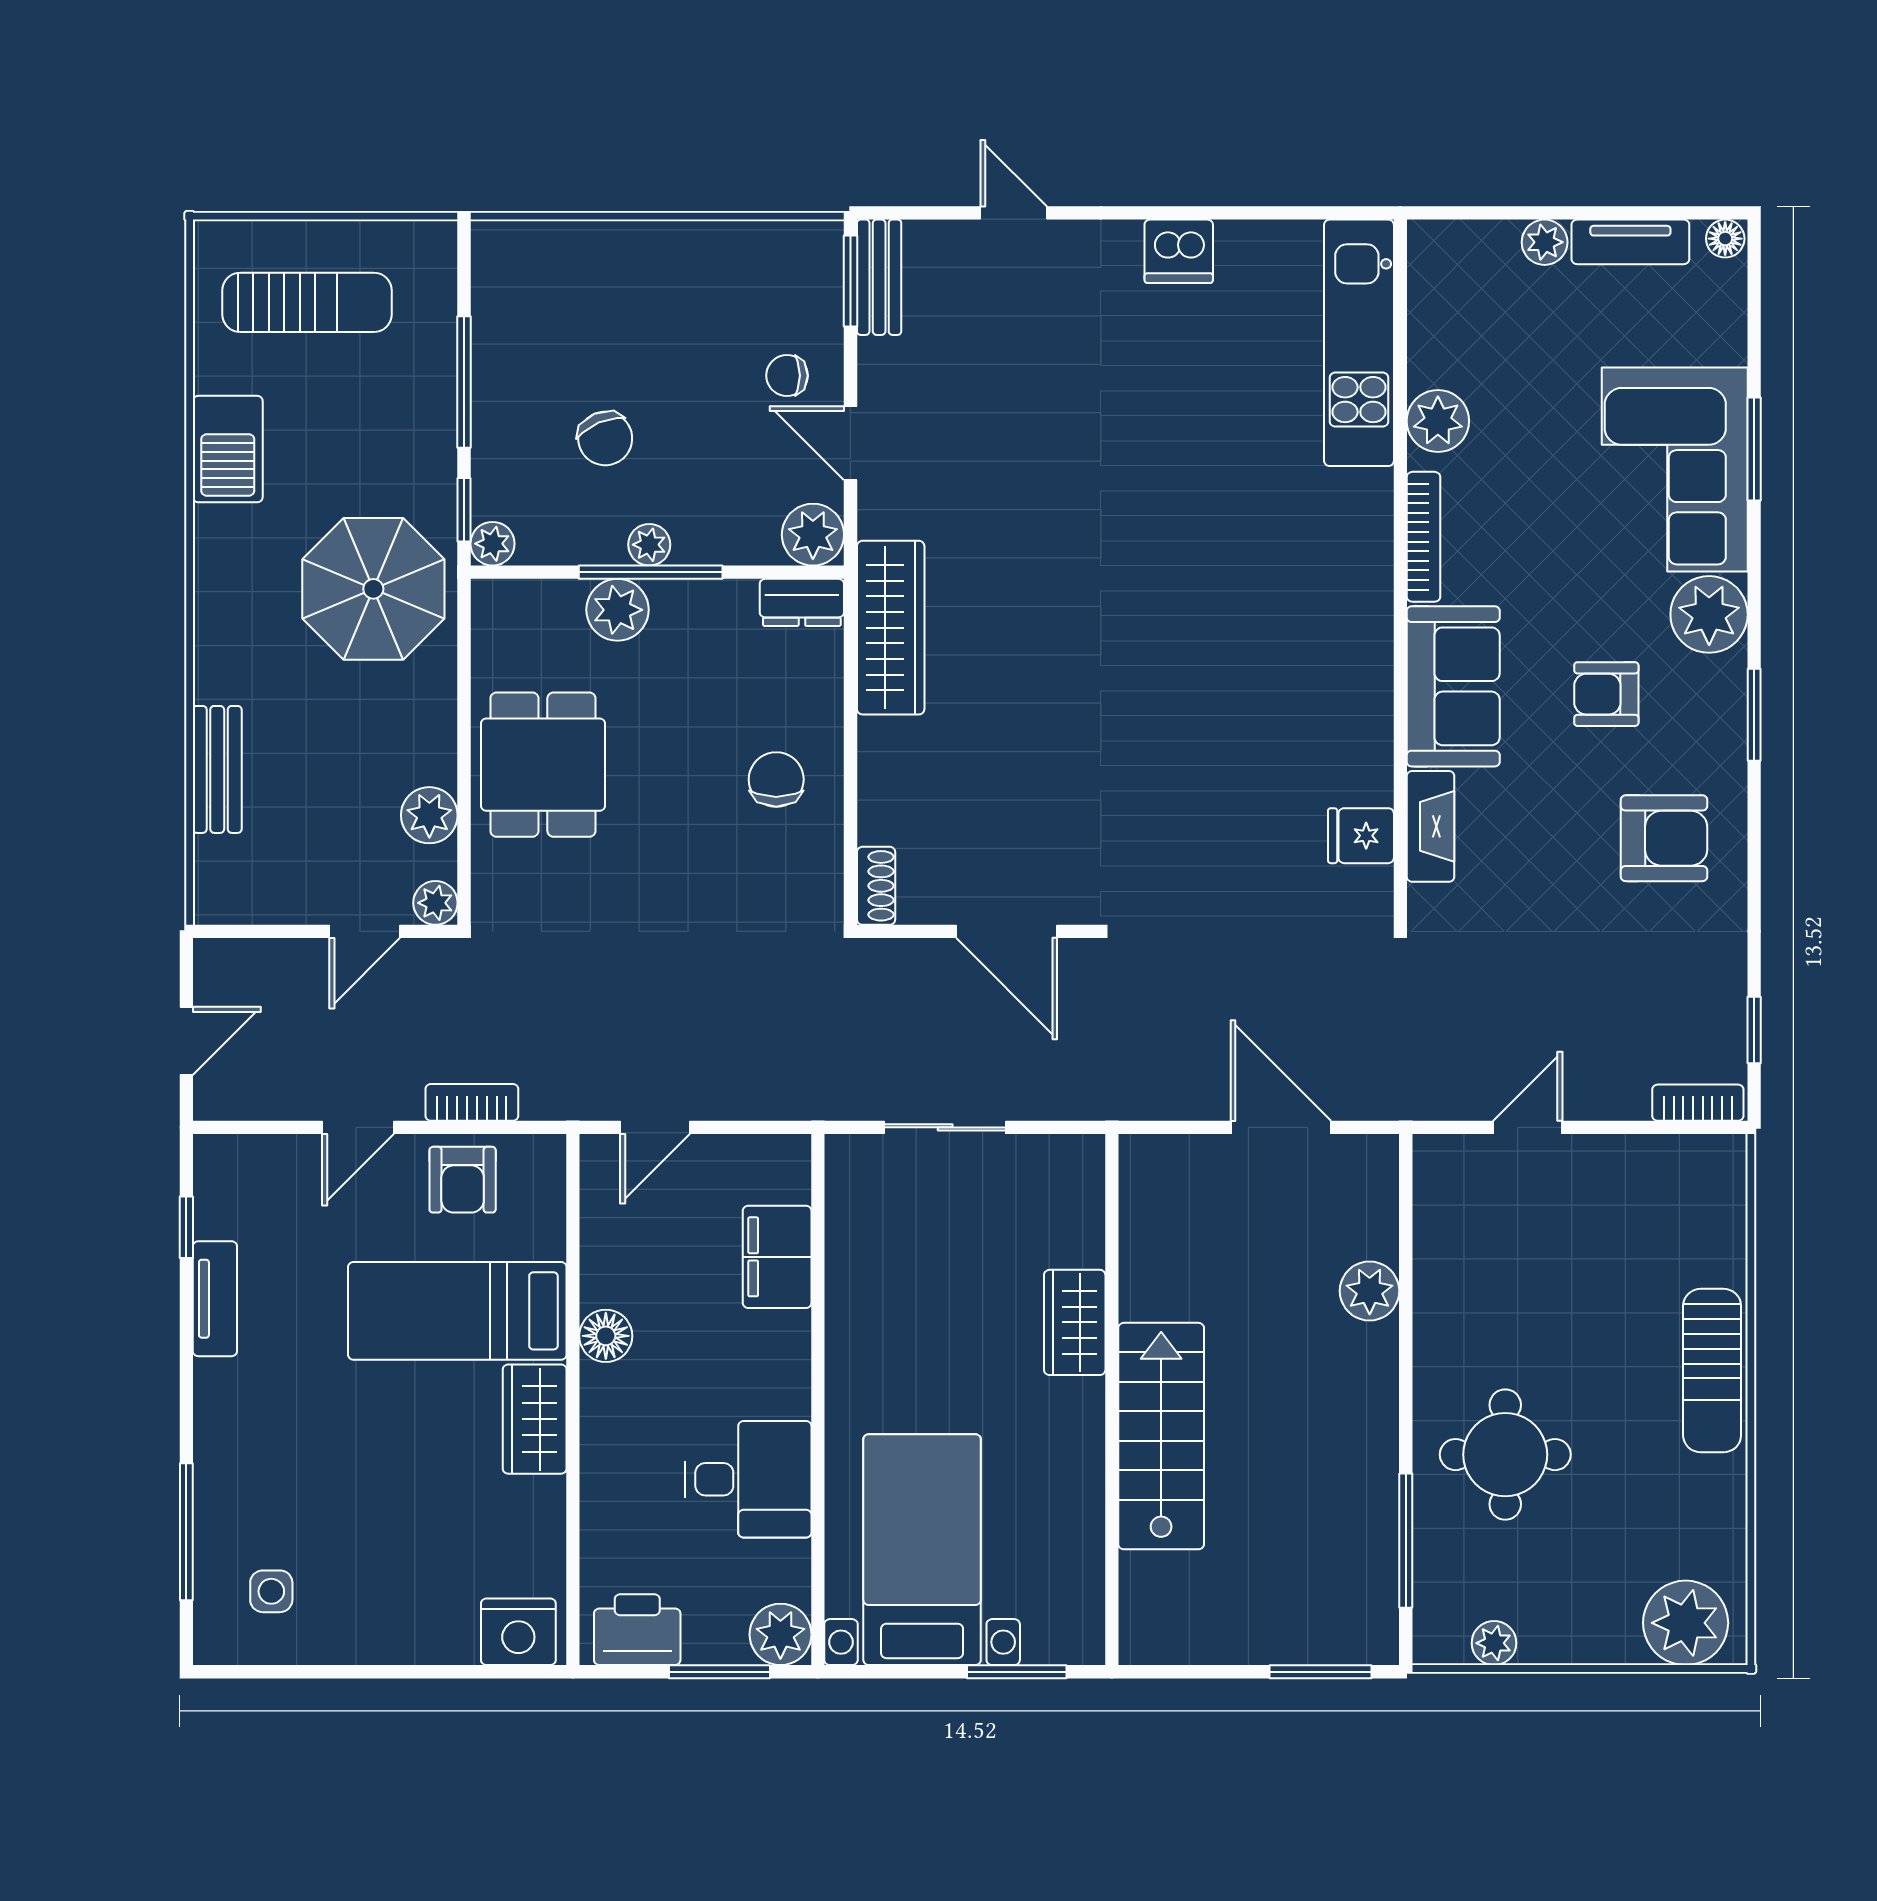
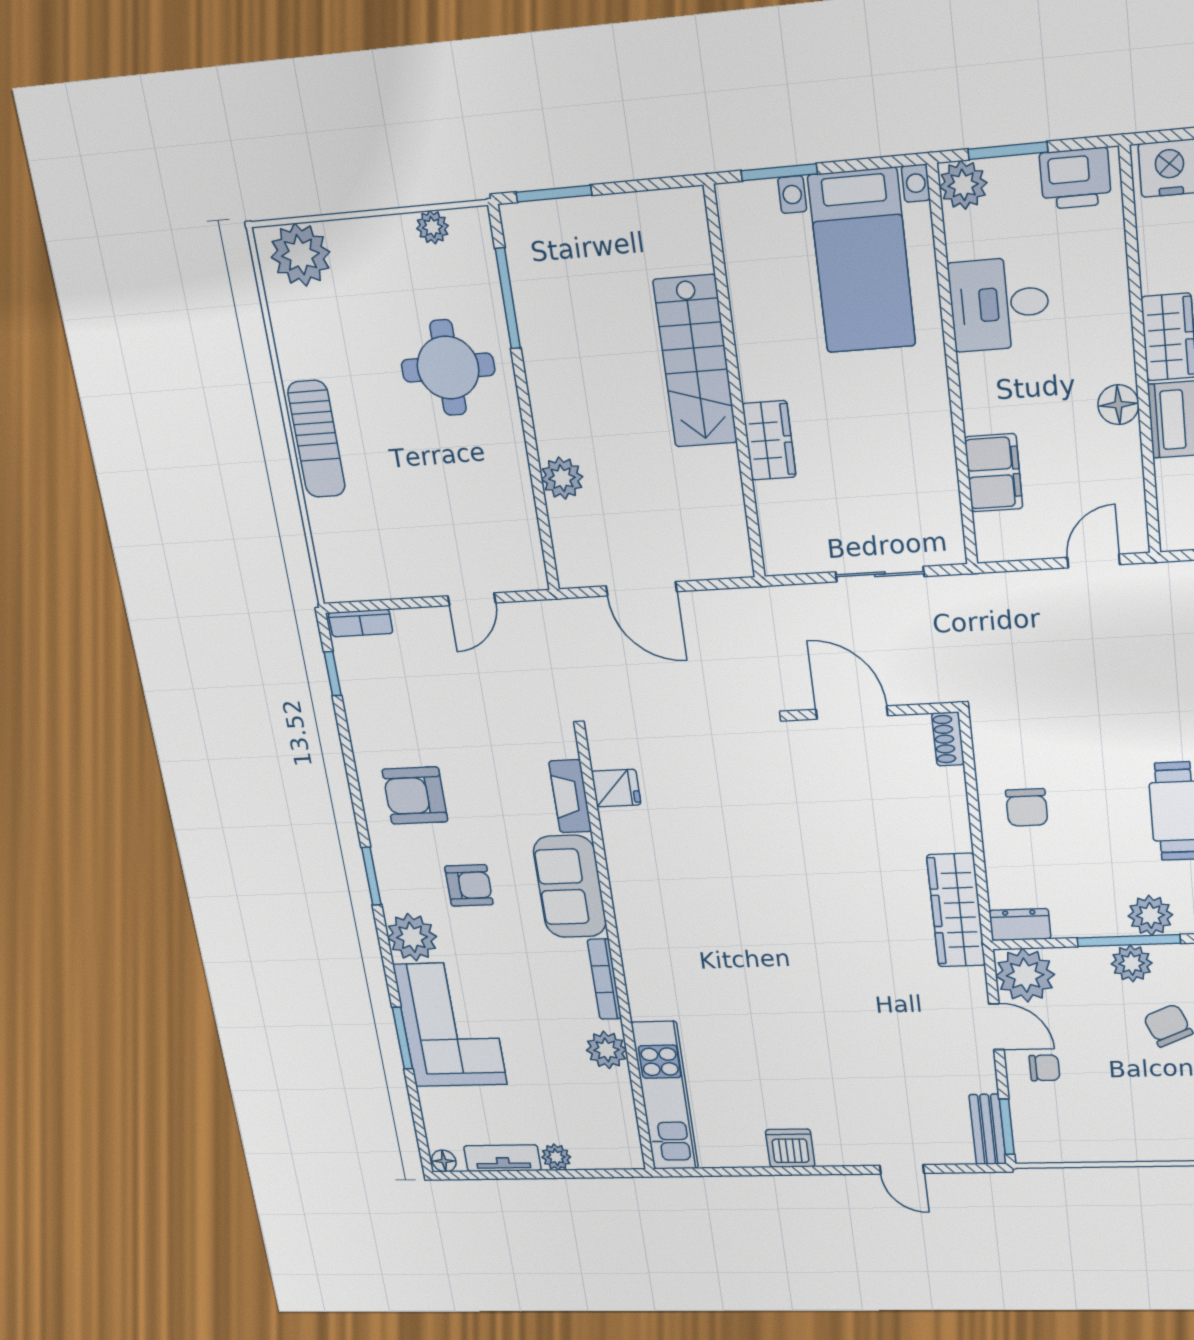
plant: (813, 535) -> (1025, 975), width x1.36, depth x1.36
plant: (649, 545) -> (1132, 963), width x1.38, depth x1.38
sun lounger: (1712, 1371) -> (316, 439), turned 180

